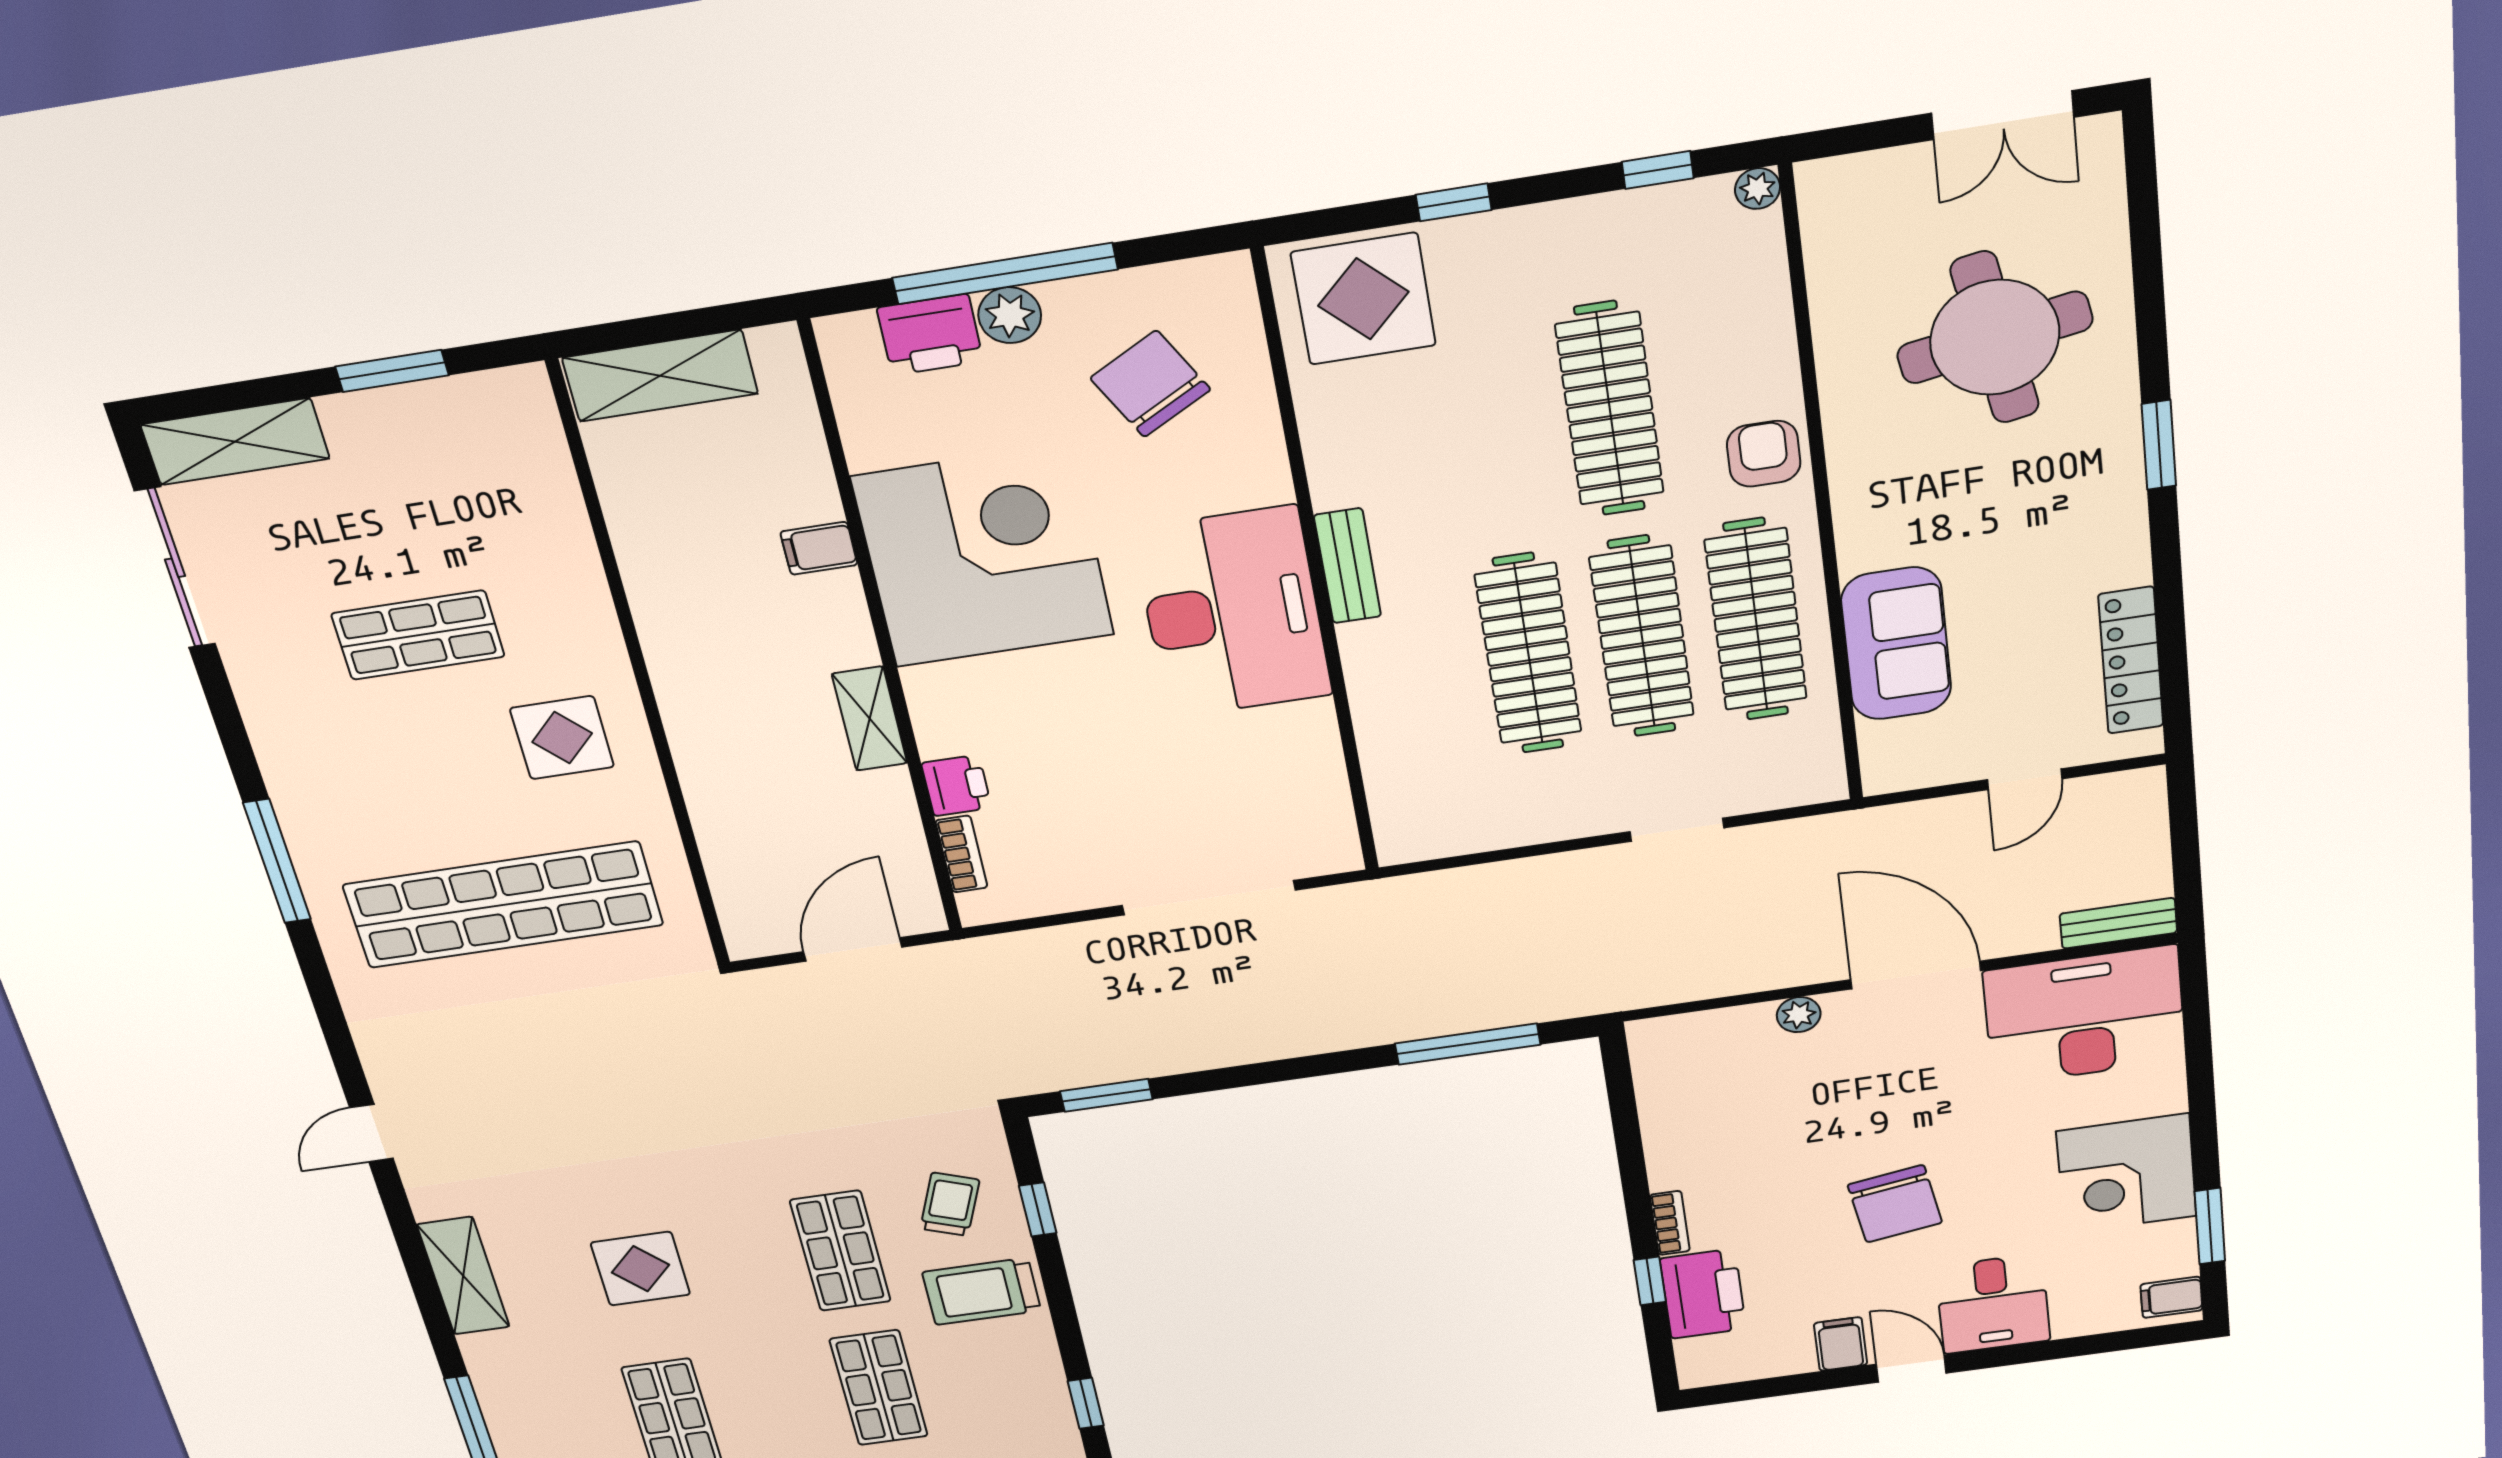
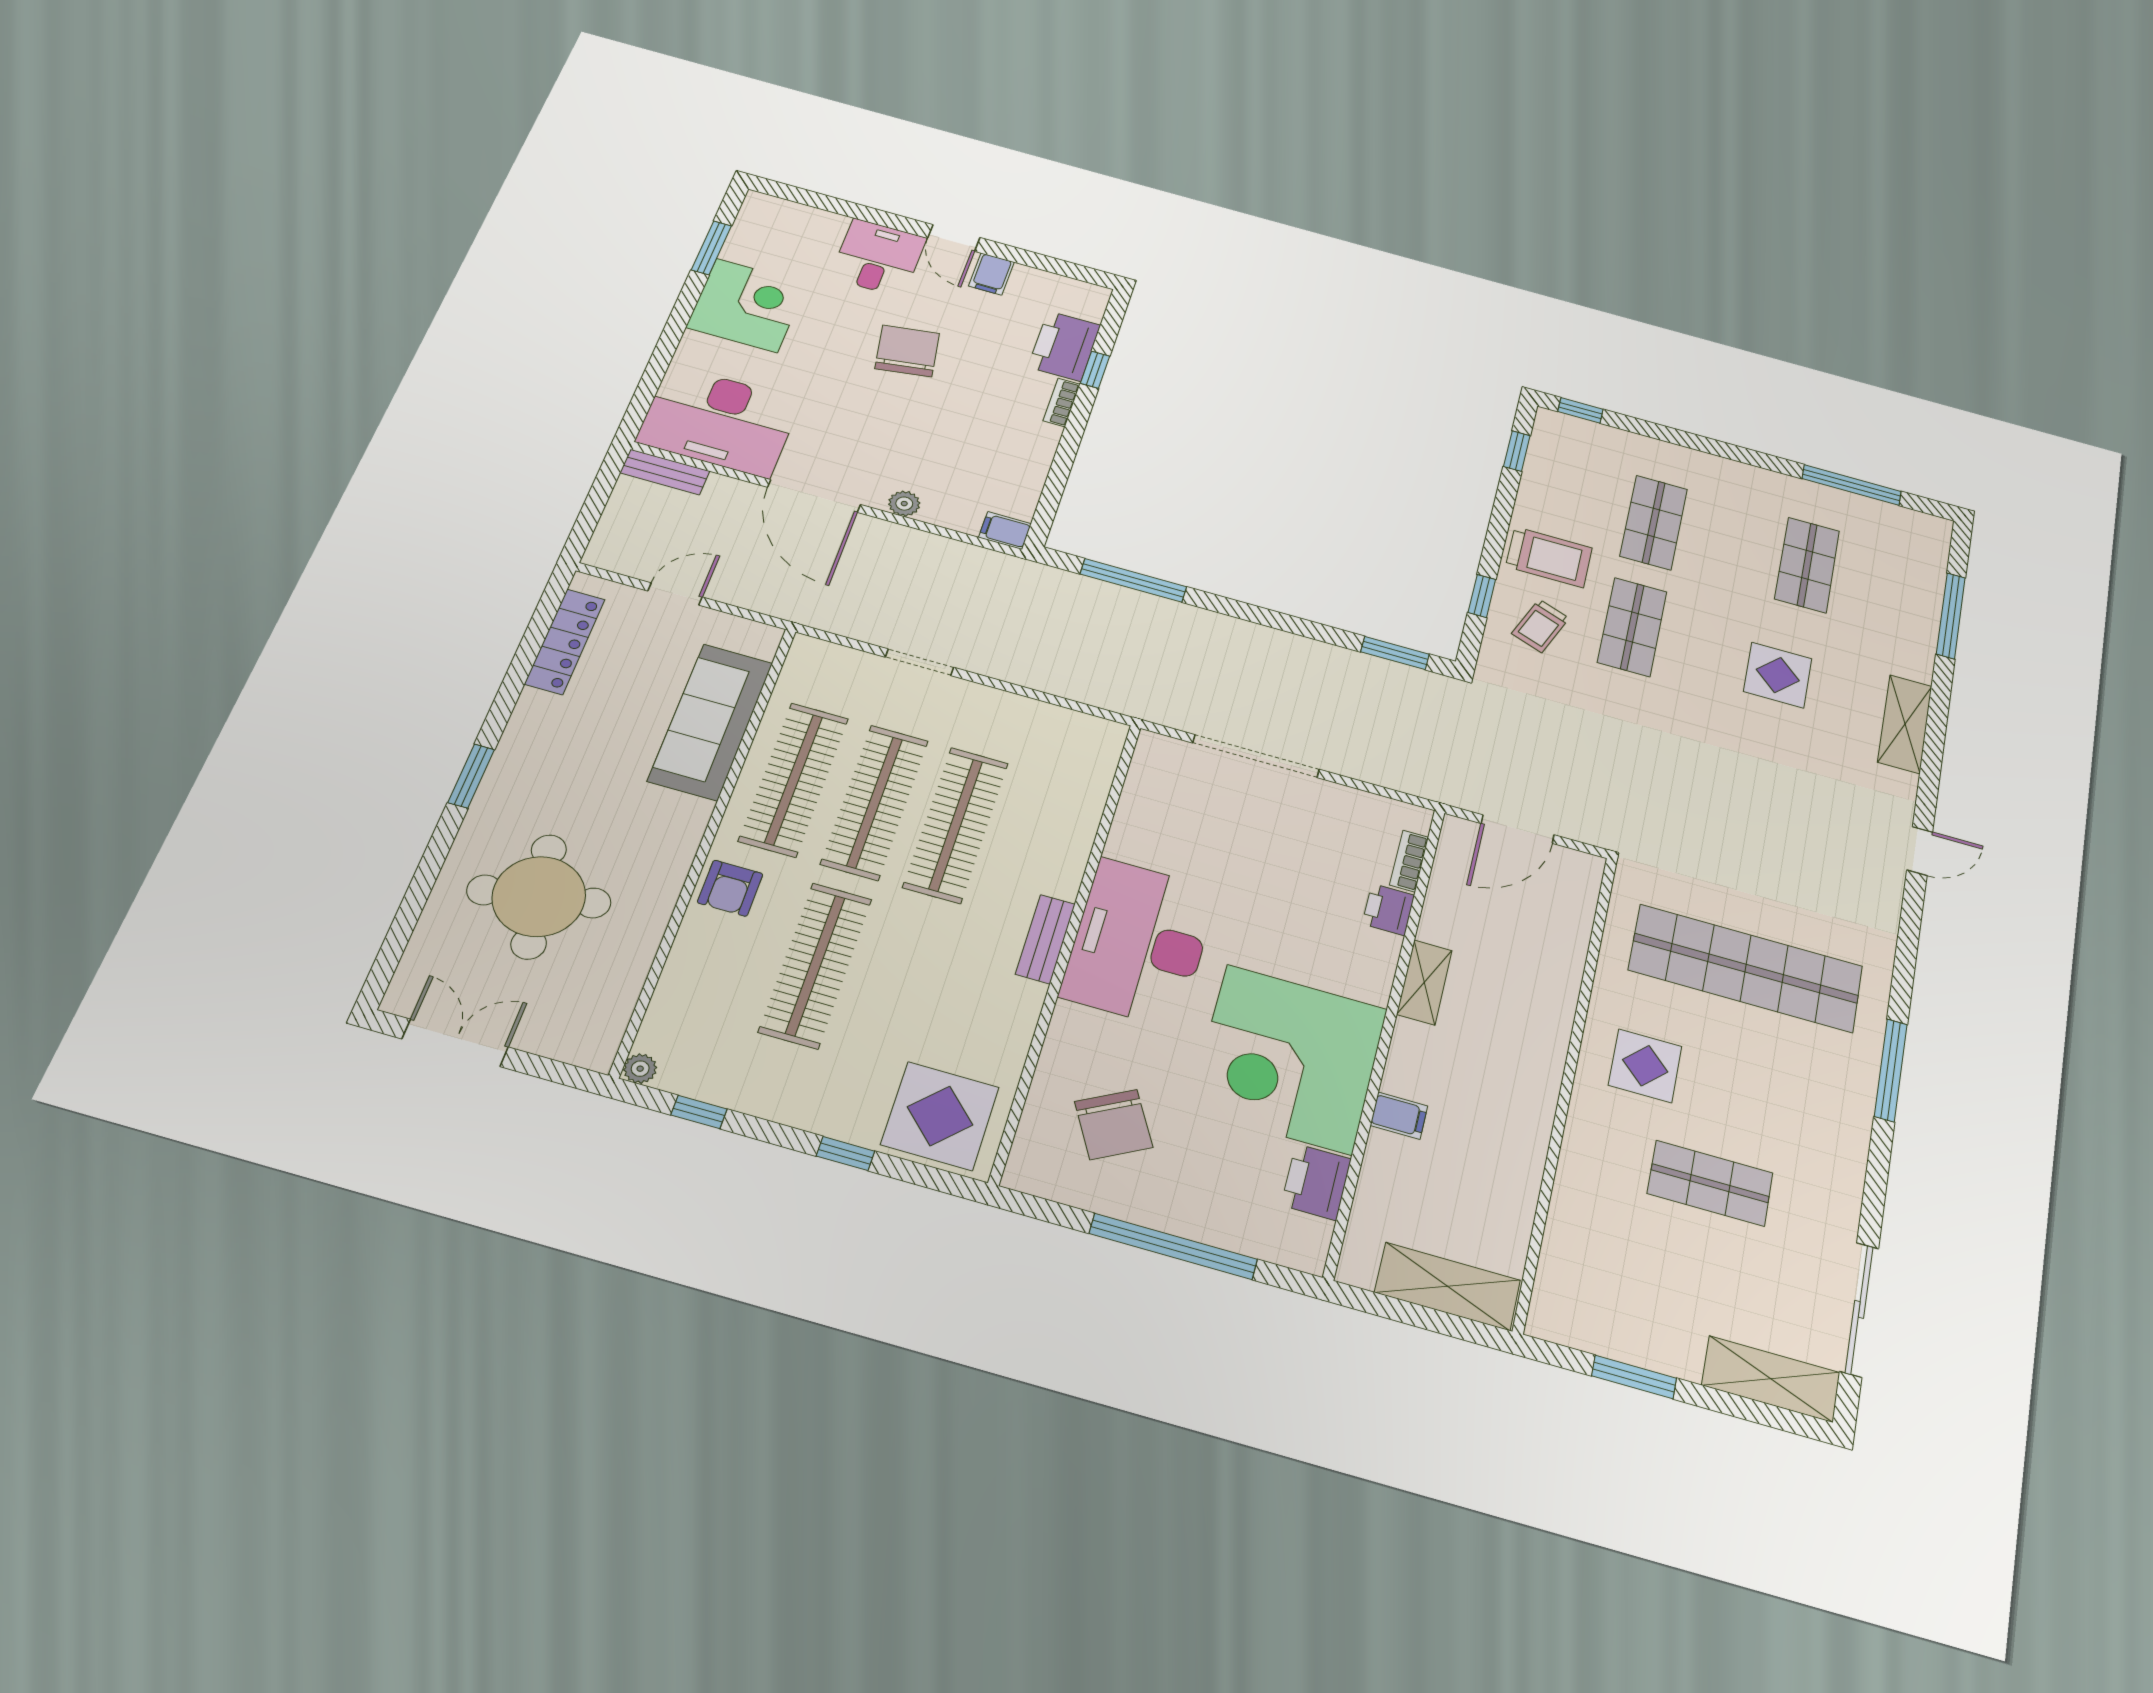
plant: (1010, 315) -> (1185, 1216), removed
printer: (930, 335) -> (1316, 1182), moved, turned -90
sofa: (1896, 644) -> (711, 722), width x1.36
filing cabinet: (2171, 1297) -> (1005, 531), moved, turned 180

